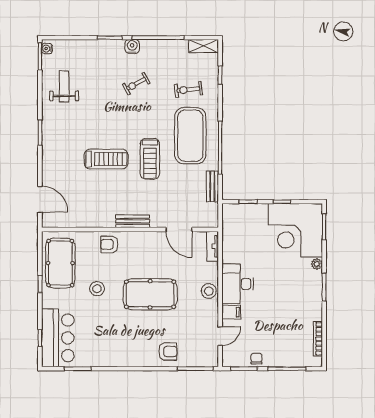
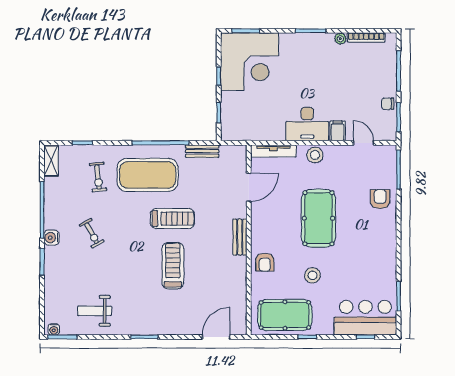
tv unit: (213, 246) -> (273, 151), width x1.41
plant: (317, 264) -> (340, 39), moved

